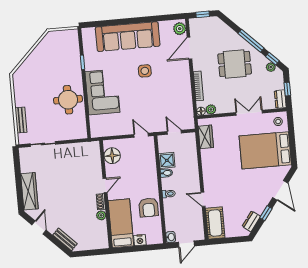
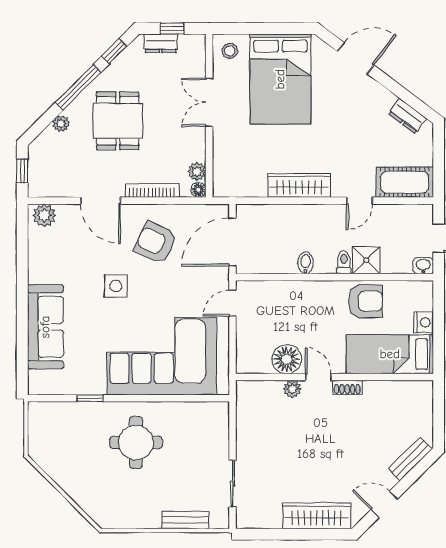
sofa: (128, 37) -> (45, 327), width x0.74, depth x0.79
door: (189, 48) -> (101, 201), moved
plant: (271, 67) -> (61, 124), moved
armchair: (170, 91) -> (156, 243), added
corner sofa: (102, 92) -> (162, 356), width x1.36, depth x1.36
dresser: (280, 99) -> (161, 43), moved
round table: (68, 100) -> (136, 443), moved
door: (174, 132) -> (233, 242), width x1.88
wardrobe: (206, 137) -> (299, 185), moved, width x1.50
floor lamp: (112, 156) -> (287, 359), moved
shower: (167, 160) -> (366, 260), moved
window: (266, 213) -> (395, 88), removed
plant: (101, 215) -> (292, 389), moved

